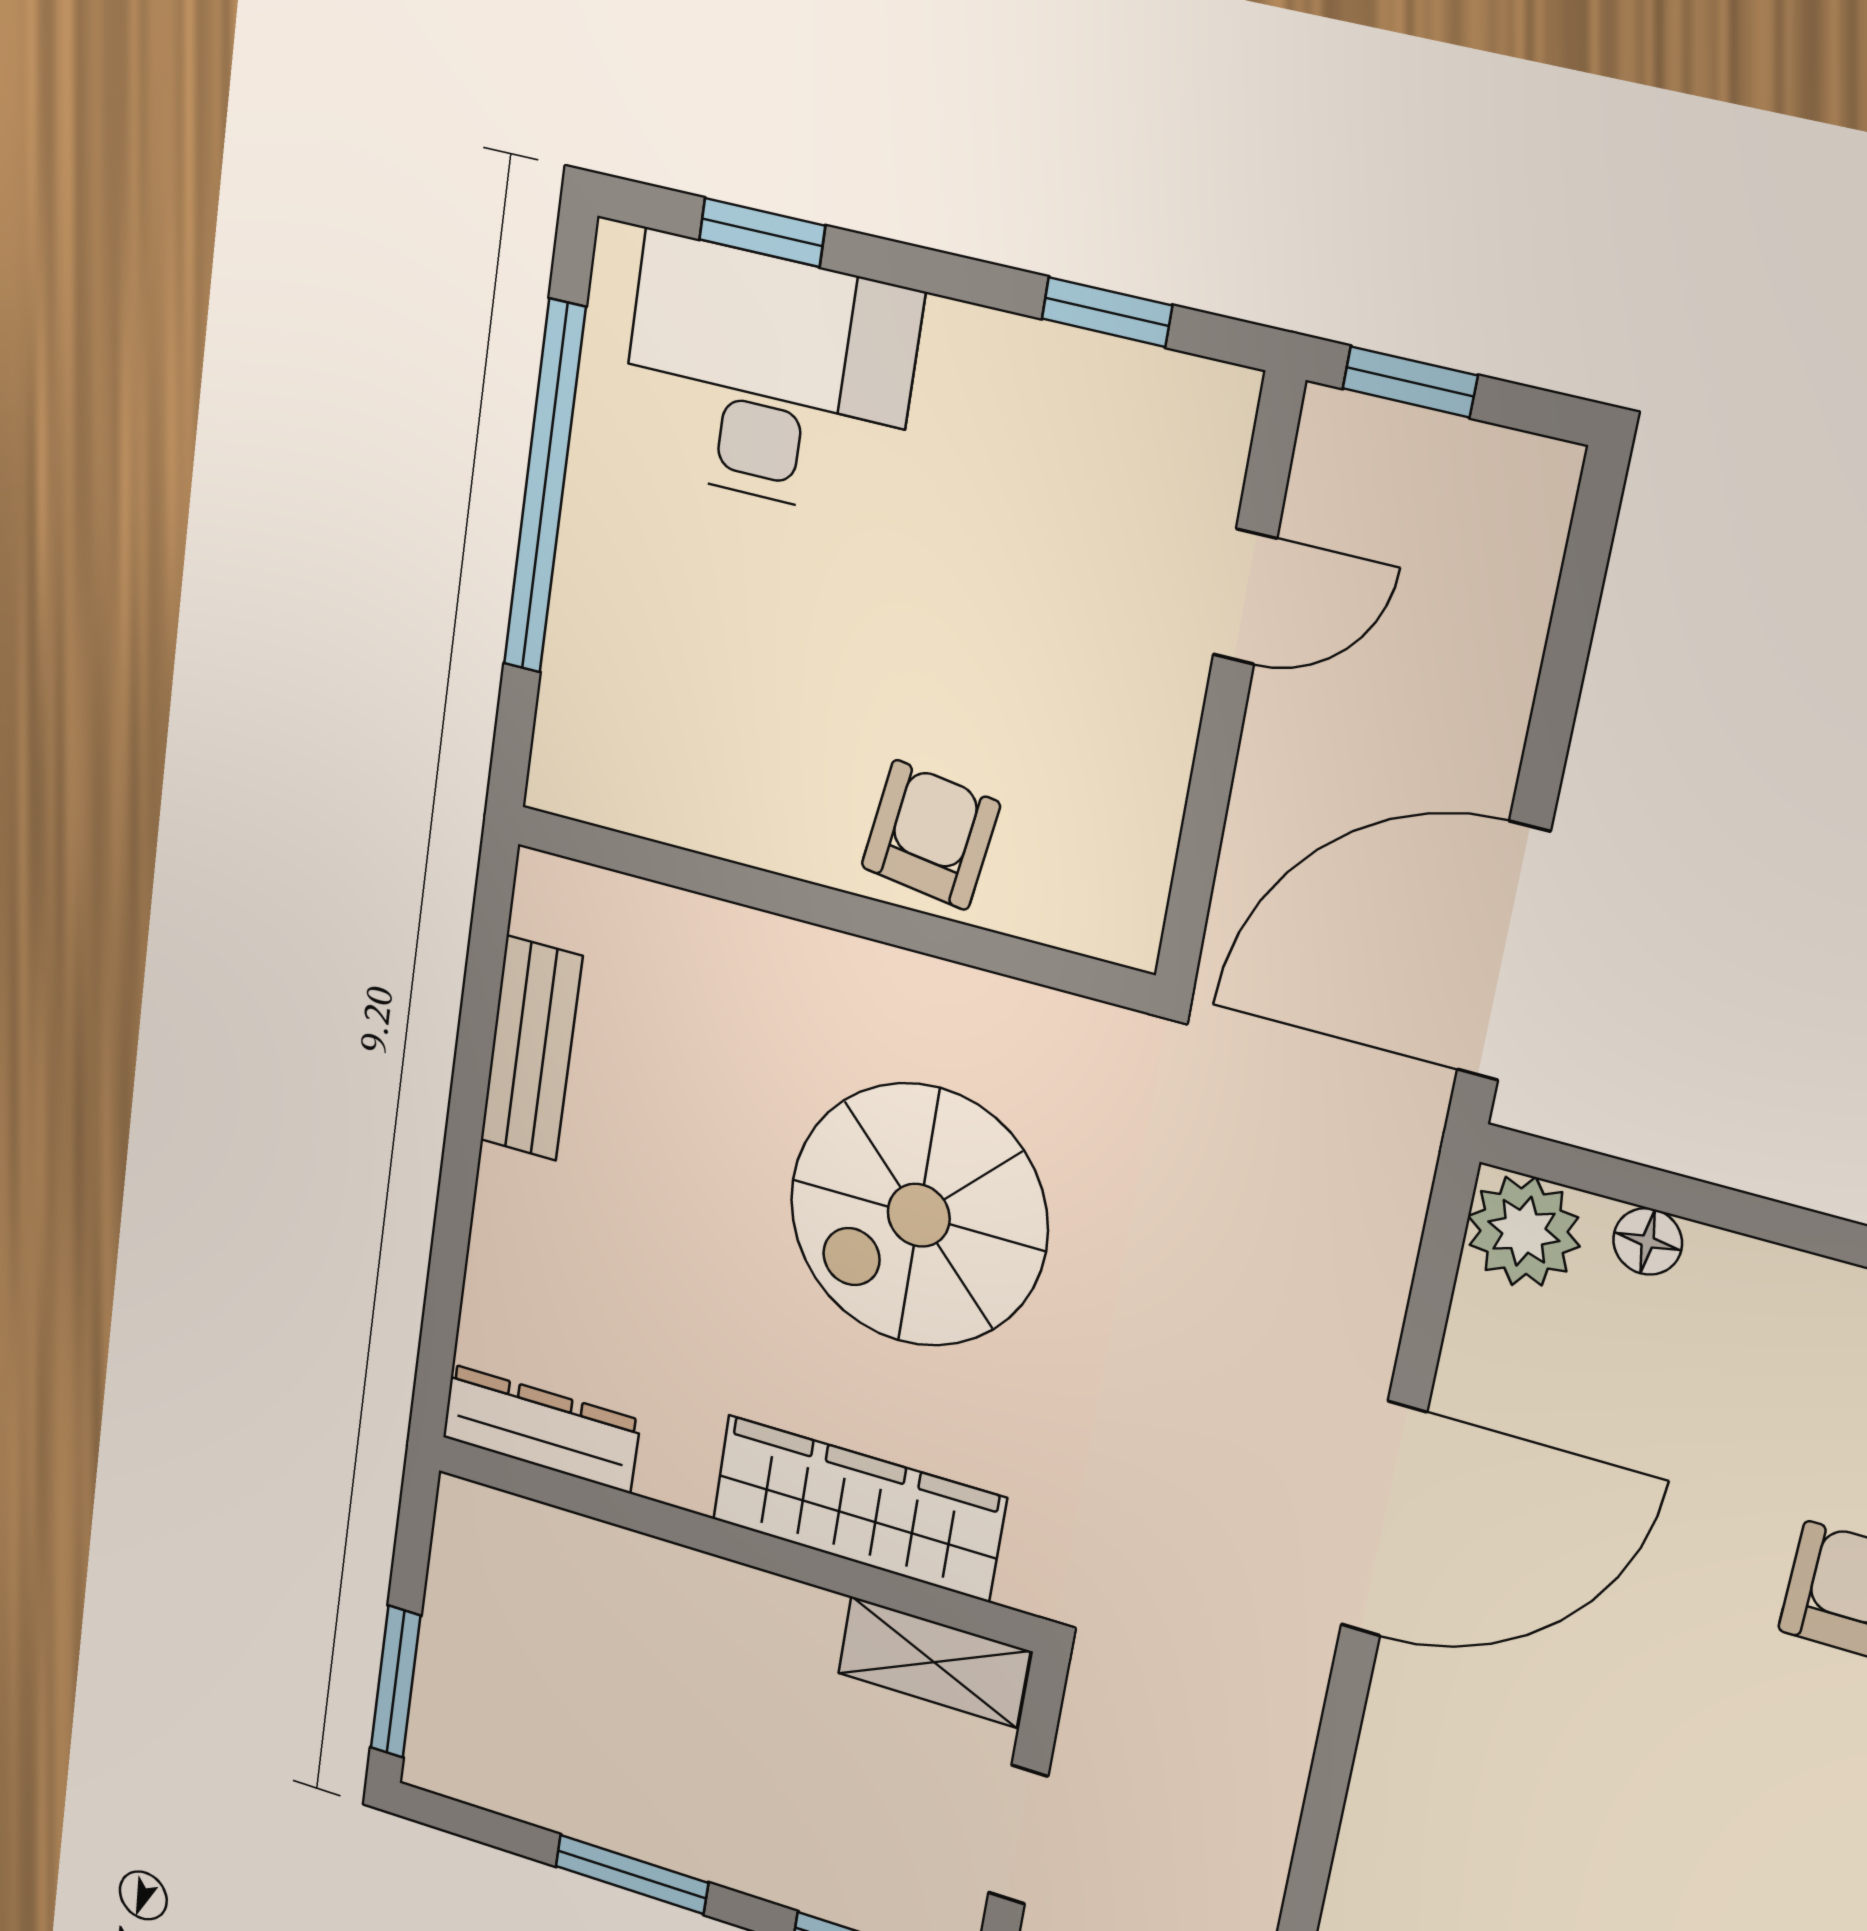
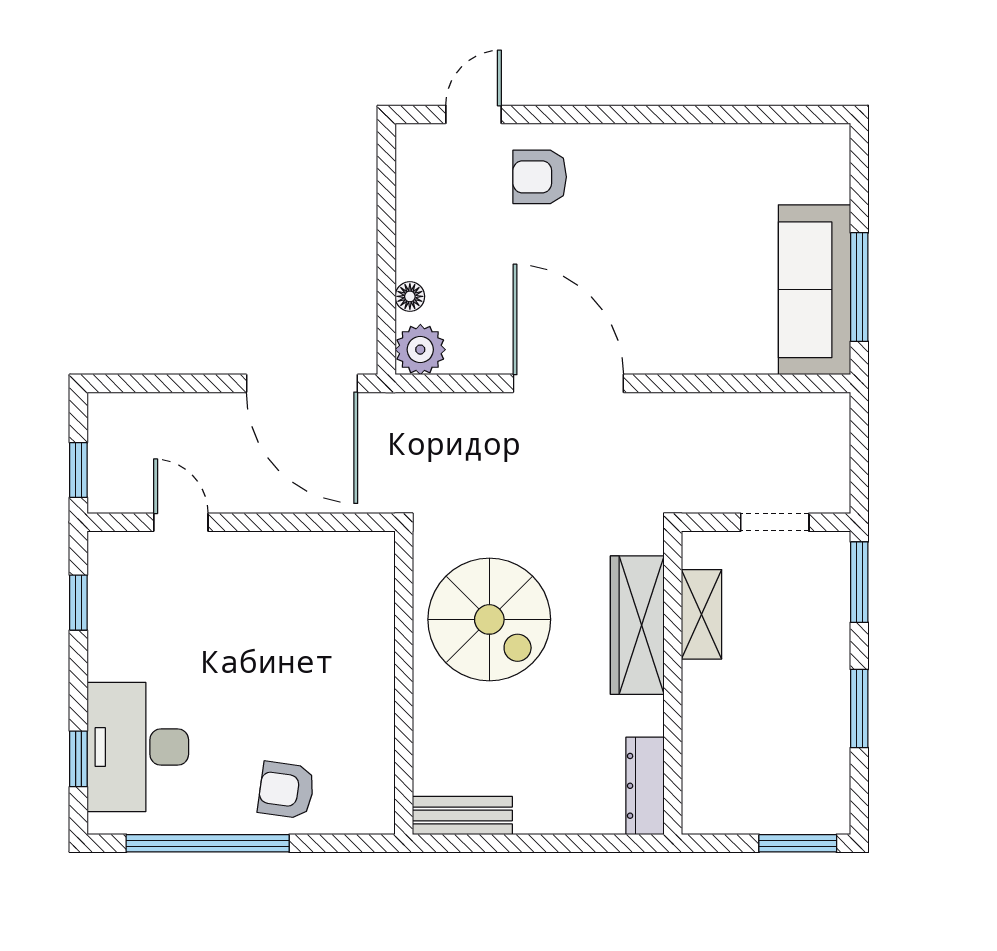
armchair: (931, 835) -> (286, 790), moved
wall: (831, 908) -> (404, 683), moved
shelving: (934, 1662) -> (702, 614), moved

